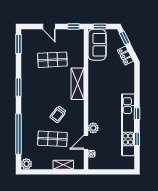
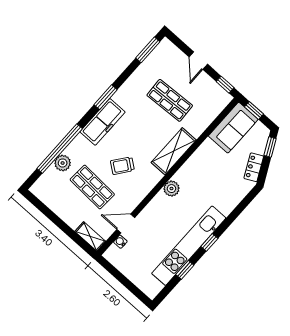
freezer: (28, 101) -> (103, 122), added
plant: (93, 128) -> (171, 189), moved
plant: (26, 164) -> (63, 163), moved
shelving: (63, 165) -> (90, 236), moved

